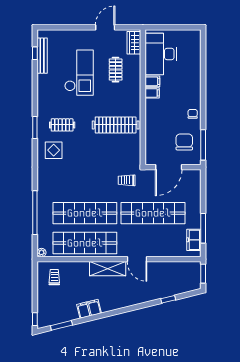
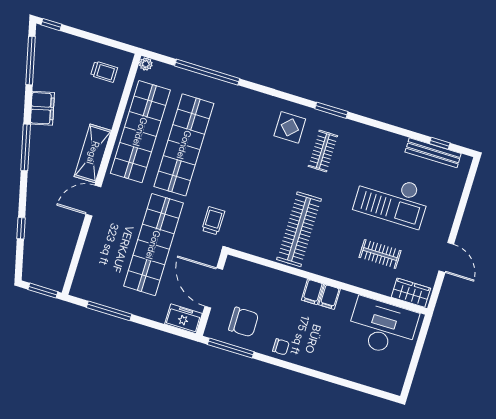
filing cabinet: (152, 81) -> (312, 292), moved
freezer: (194, 240) -> (183, 319), moved
window: (117, 312) -> (26, 147), added
window: (61, 325) -> (30, 61), width x1.44

